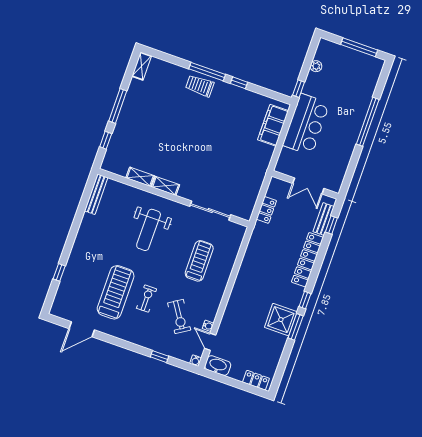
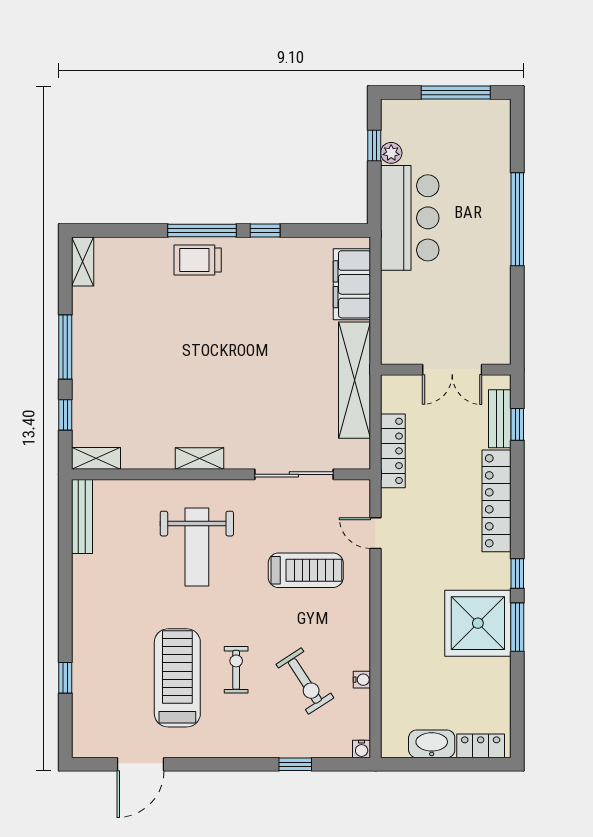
window: (299, 89) -> (374, 145), moved
bar counter: (306, 124) -> (410, 218), moved
shelving: (257, 174) -> (355, 380), added
shelving: (140, 177) -> (96, 458), moved
locker: (266, 210) -> (393, 451), width x1.53
treadmill: (199, 261) -> (306, 570), turned 90
shower: (281, 320) -> (478, 623), width x1.37, depth x1.37
door: (210, 342) -> (376, 533), moved
washbasin: (218, 366) -> (432, 744), moved

